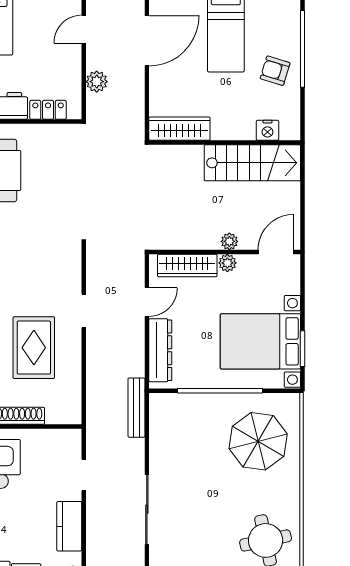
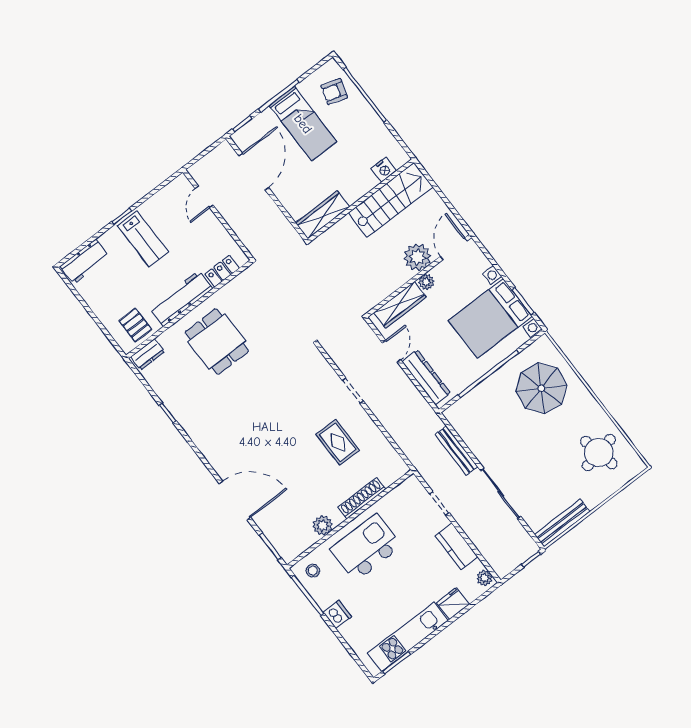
armchair: (275, 71) -> (334, 92), moved
plant: (97, 82) -> (241, 226), removed
plant: (229, 241) -> (417, 257), width x1.87, depth x1.87
rug: (34, 348) -> (338, 442), width x0.73, depth x0.70
bench: (136, 408) -> (456, 451), moved

